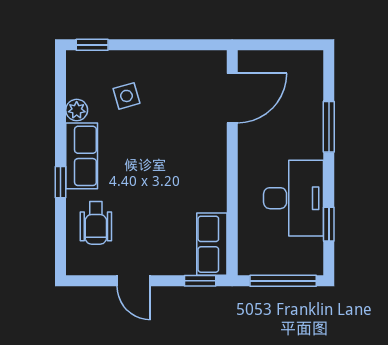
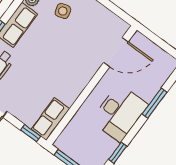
desk: (294, 198) -> (119, 113), moved

